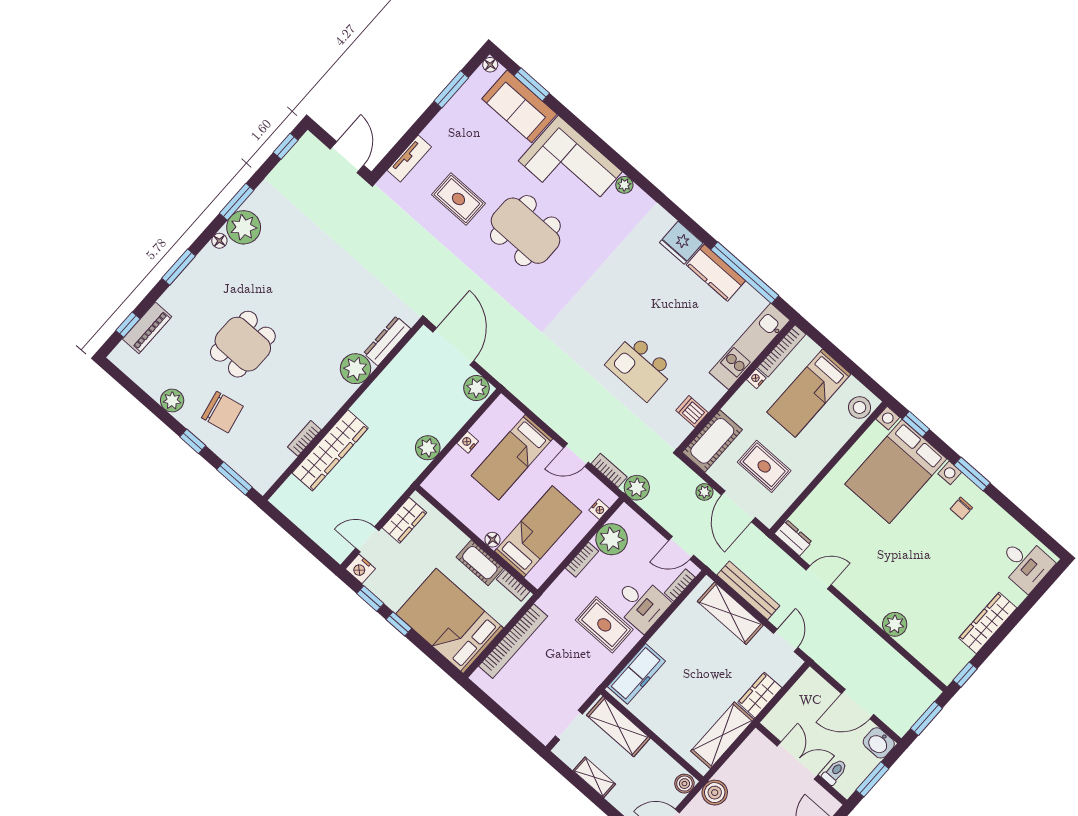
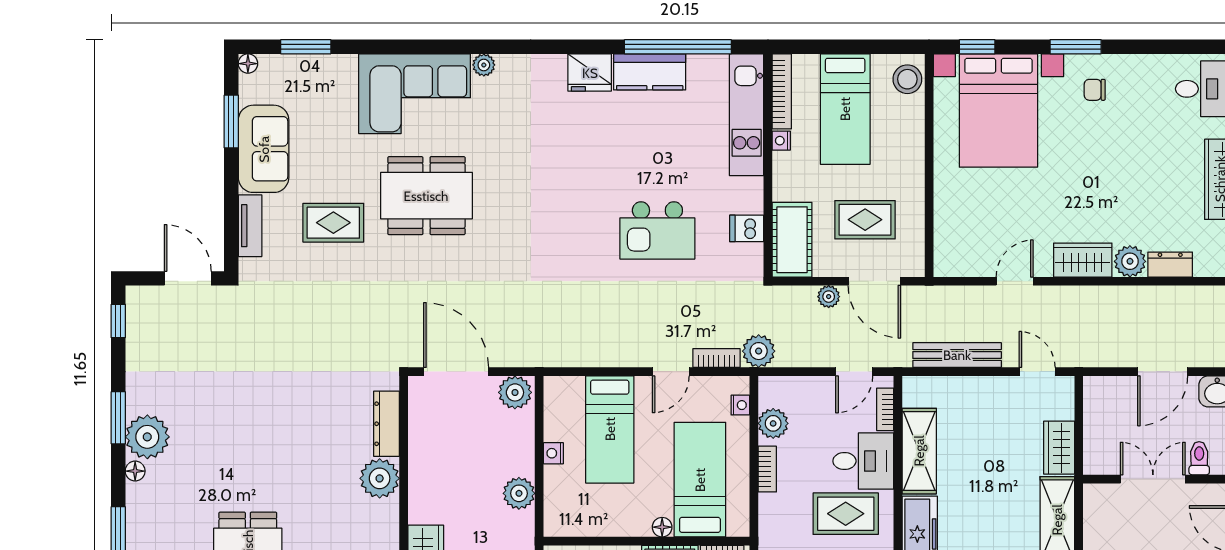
sofa: (519, 106) -> (264, 149), moved, turned -90
chair: (961, 508) -> (1095, 90), turned 90
dresser: (793, 538) -> (1170, 265), moved
plant: (612, 539) -> (773, 423), width x0.73, depth x0.73
wardrobe: (868, 600) -> (1083, 260), added
shelving: (730, 613) -> (919, 451), moved, turned 90

